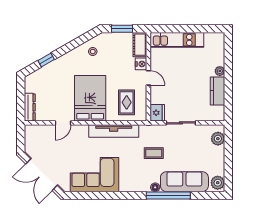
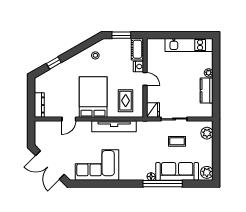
kitchen unit: (177, 40) -> (189, 45), moved
coffee table: (154, 153) -> (177, 141), moved

